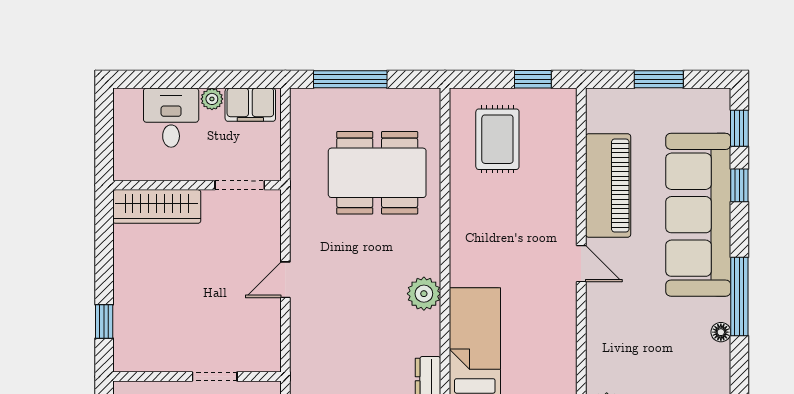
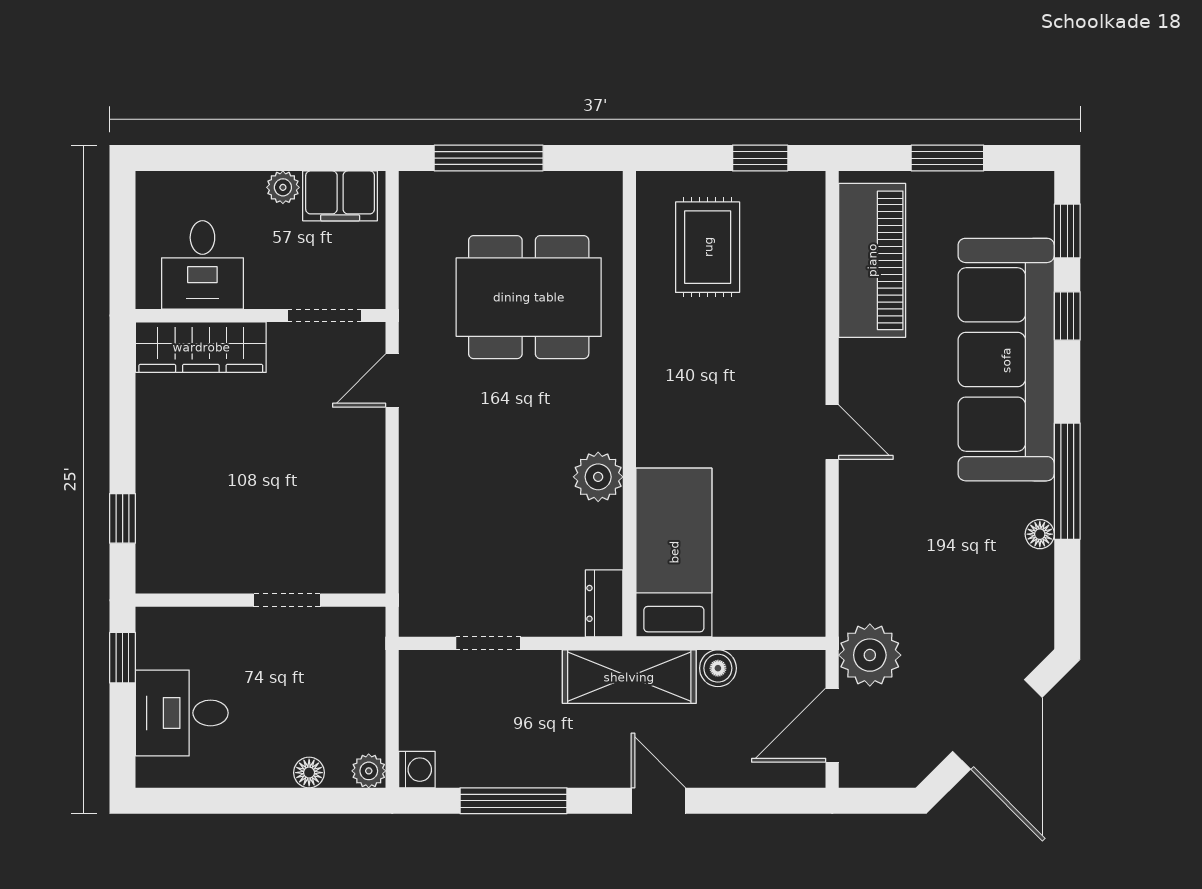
desk: (171, 118) -> (202, 265), moved, turned 180
piano: (608, 185) -> (872, 260), moved
door: (285, 280) -> (392, 380), moved

